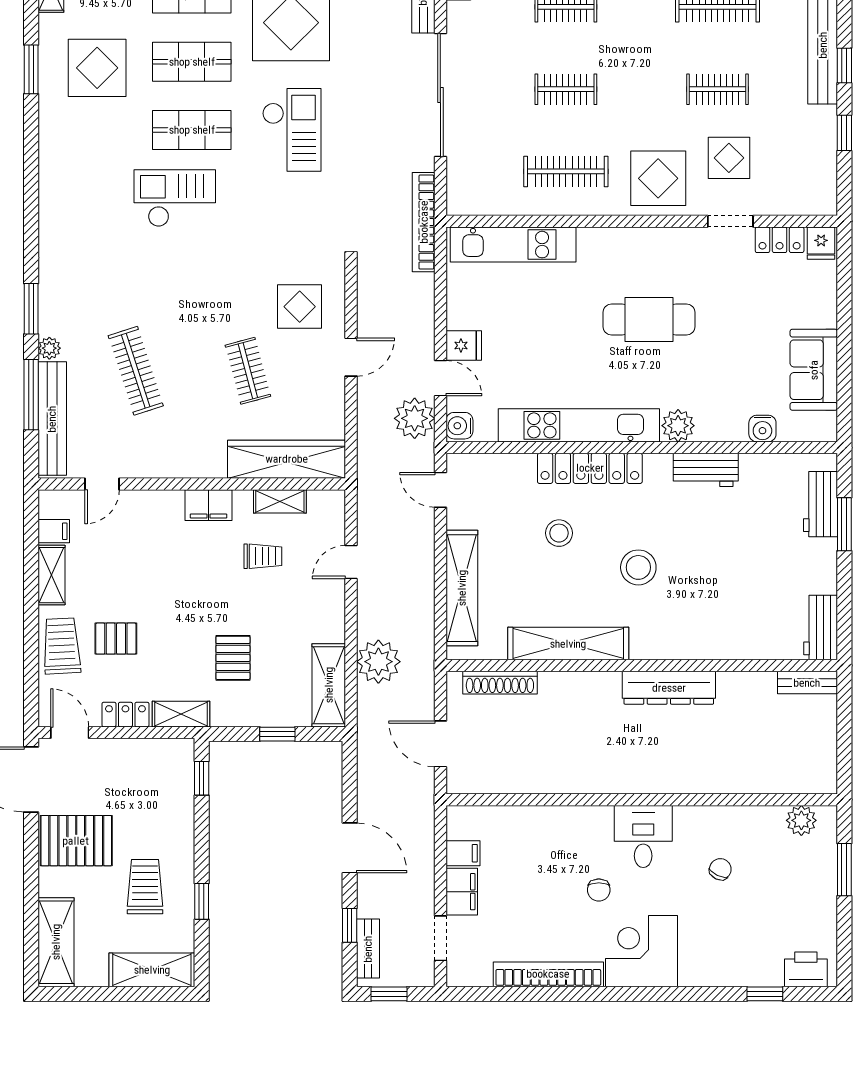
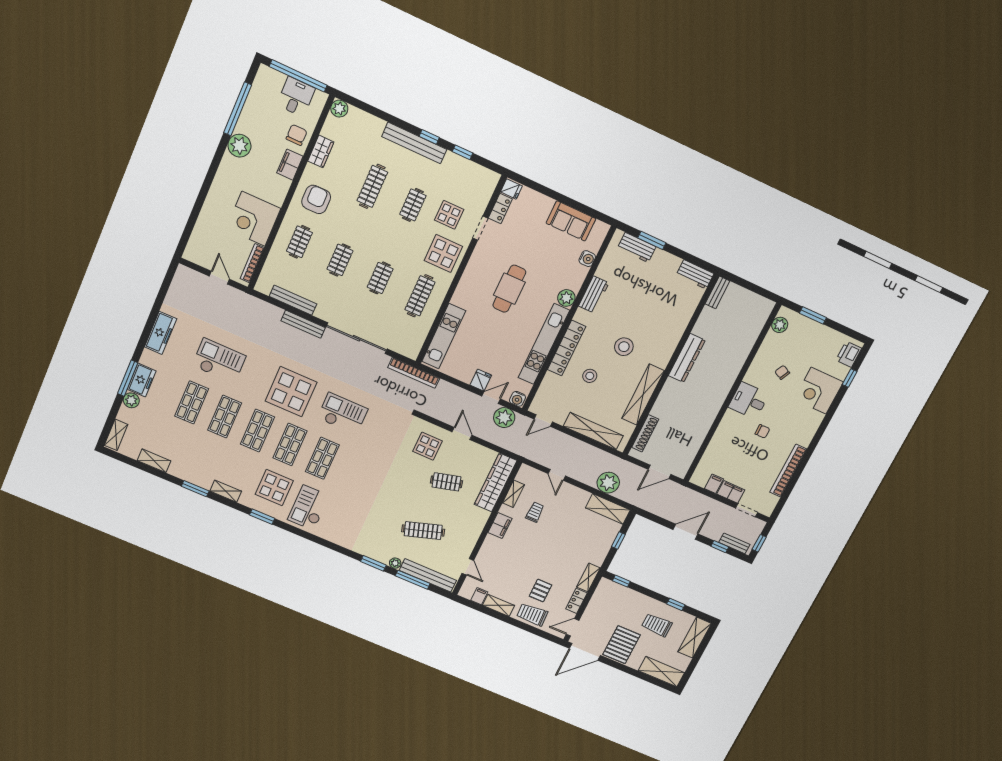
checkout: (175, 198) -> (309, 508), moved
pallet: (233, 658) -> (574, 545), removed
corner desk: (641, 951) -> (819, 391), moved

